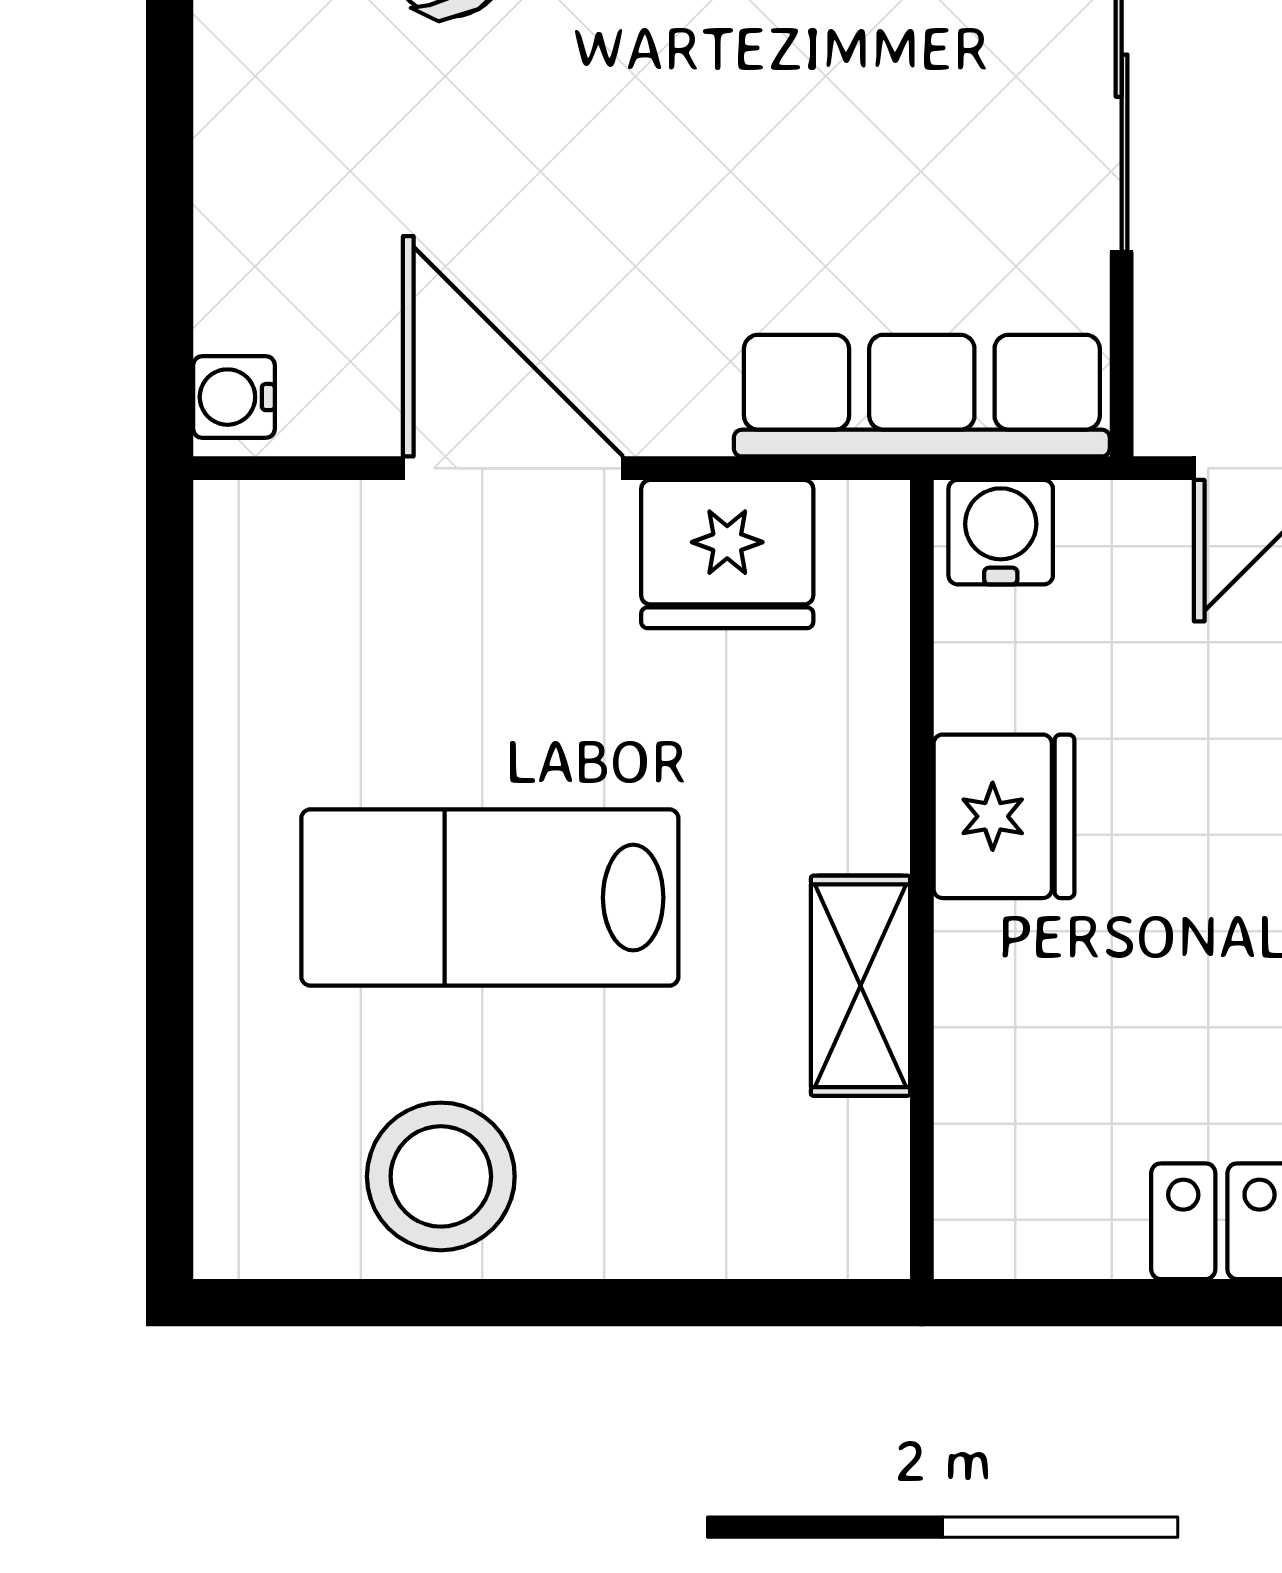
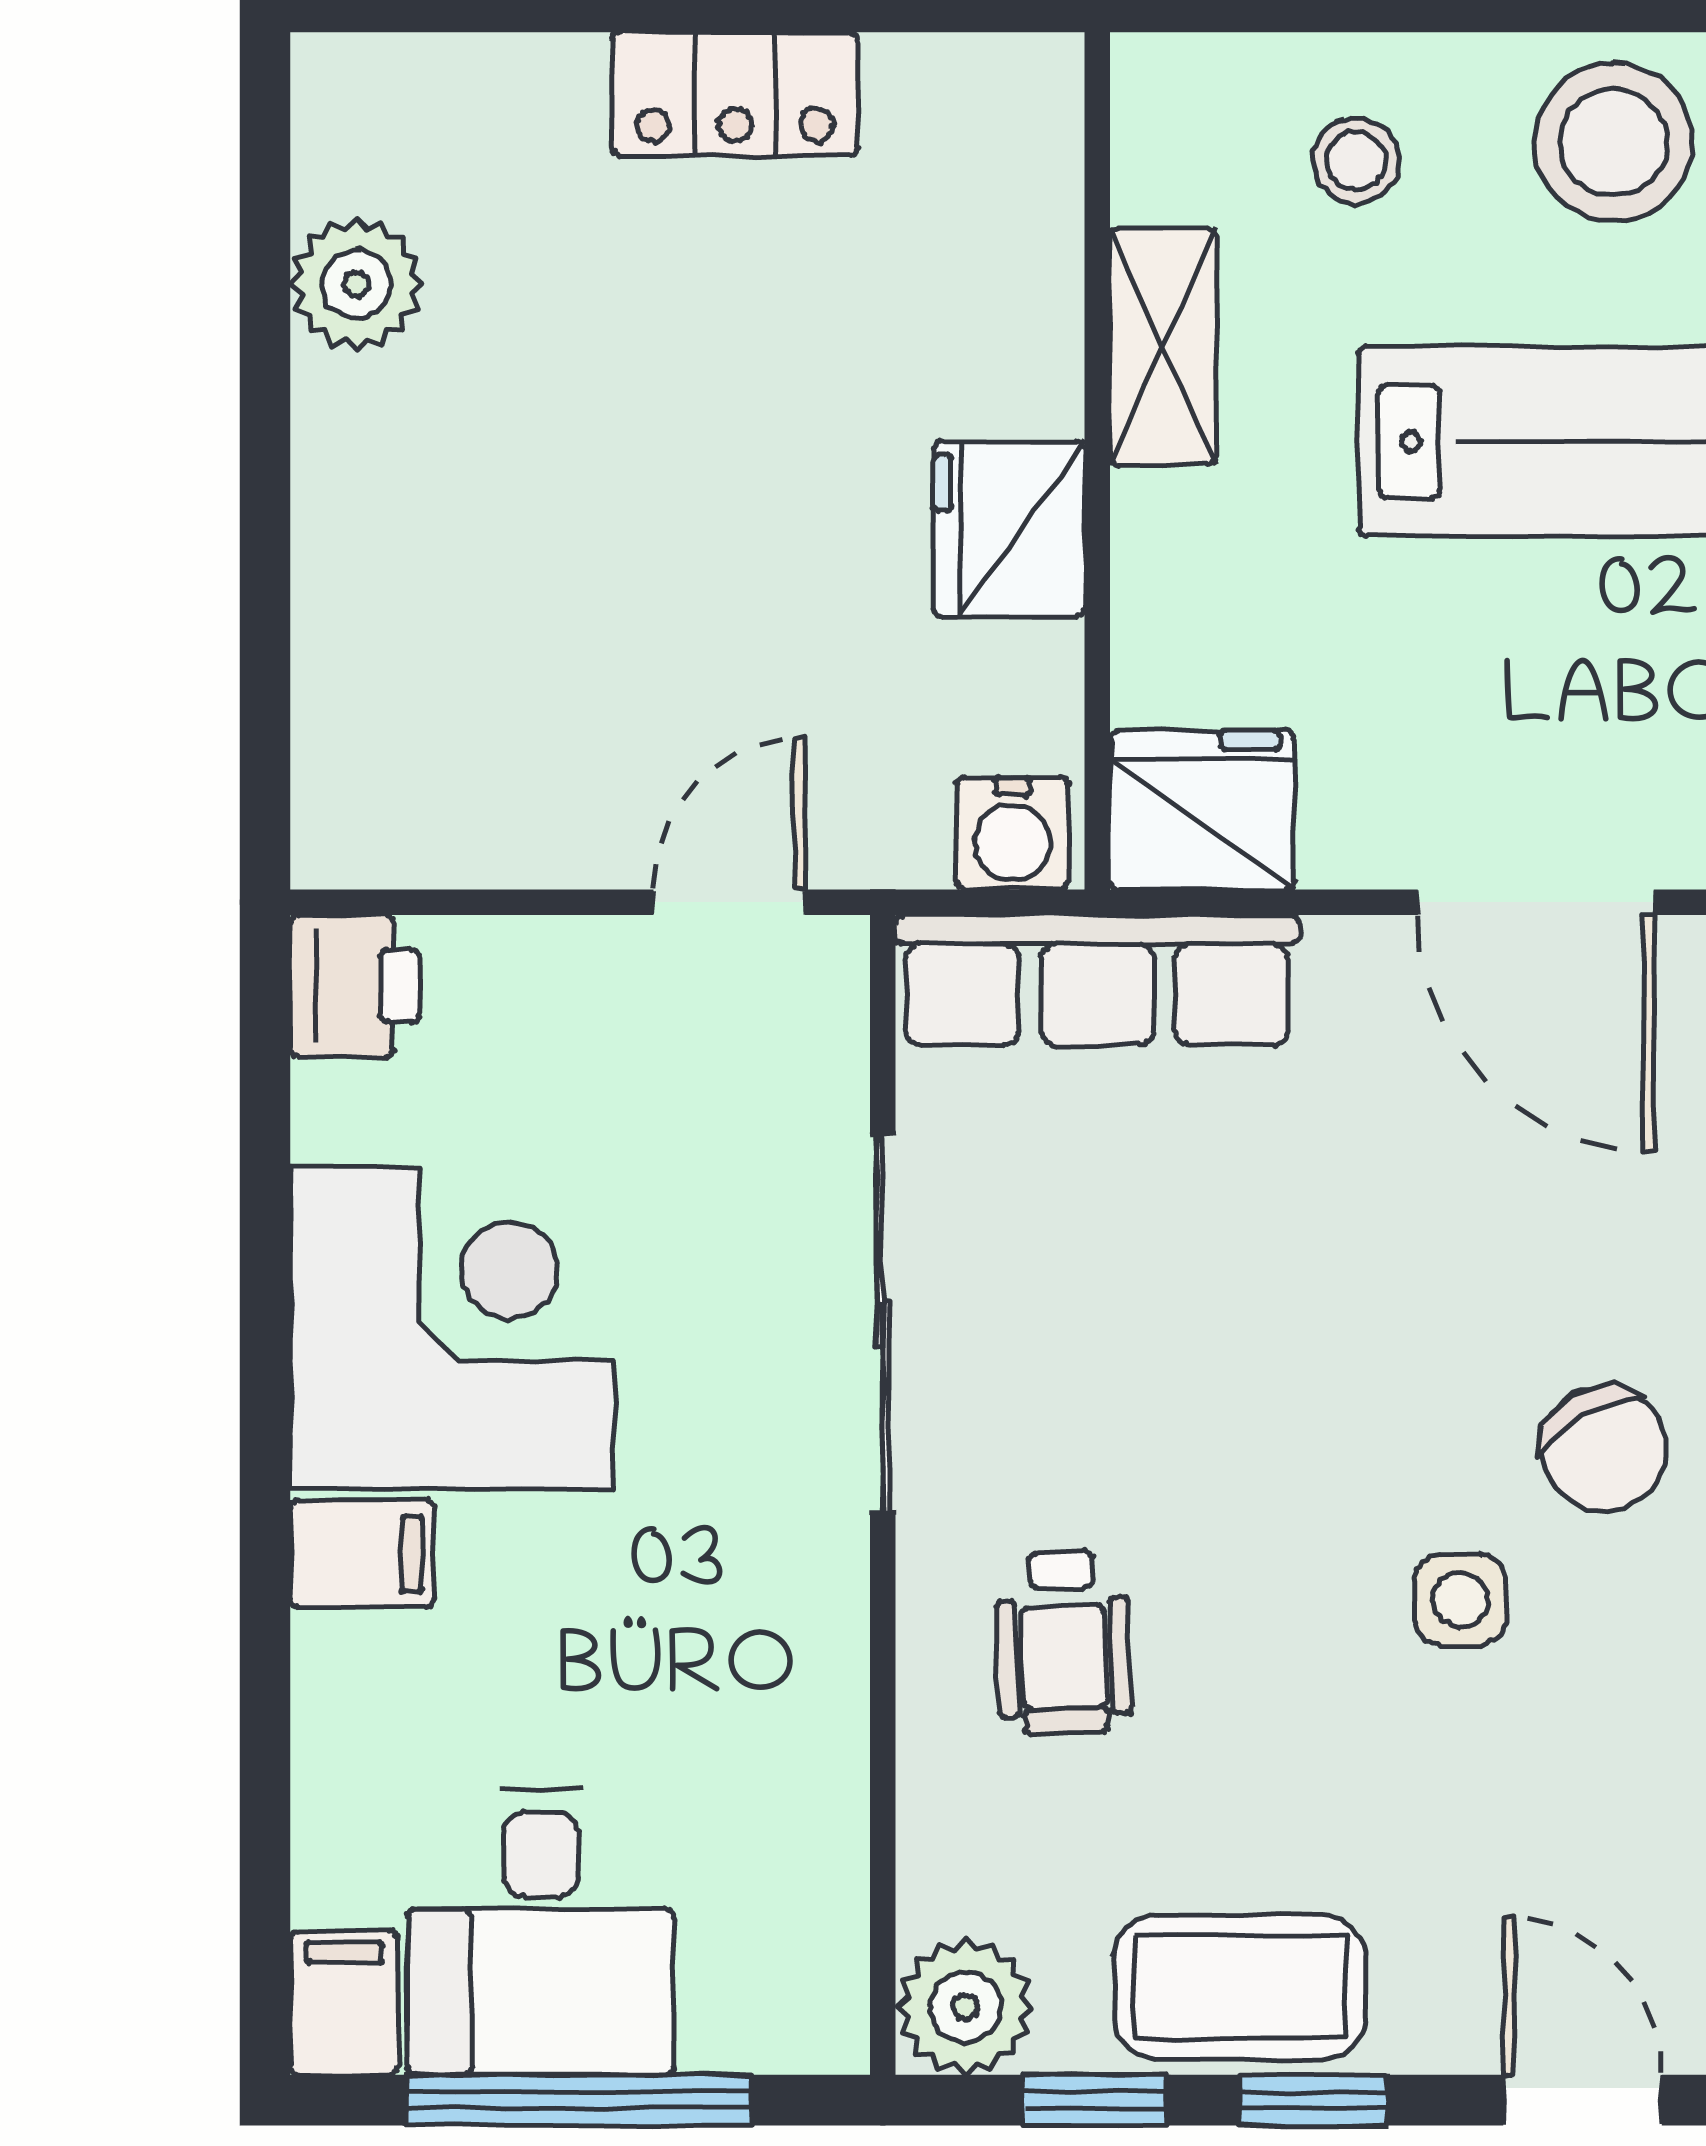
fridge: (727, 554) -> (1202, 810), moved
stool: (680, 1159) -> (1356, 161), added

